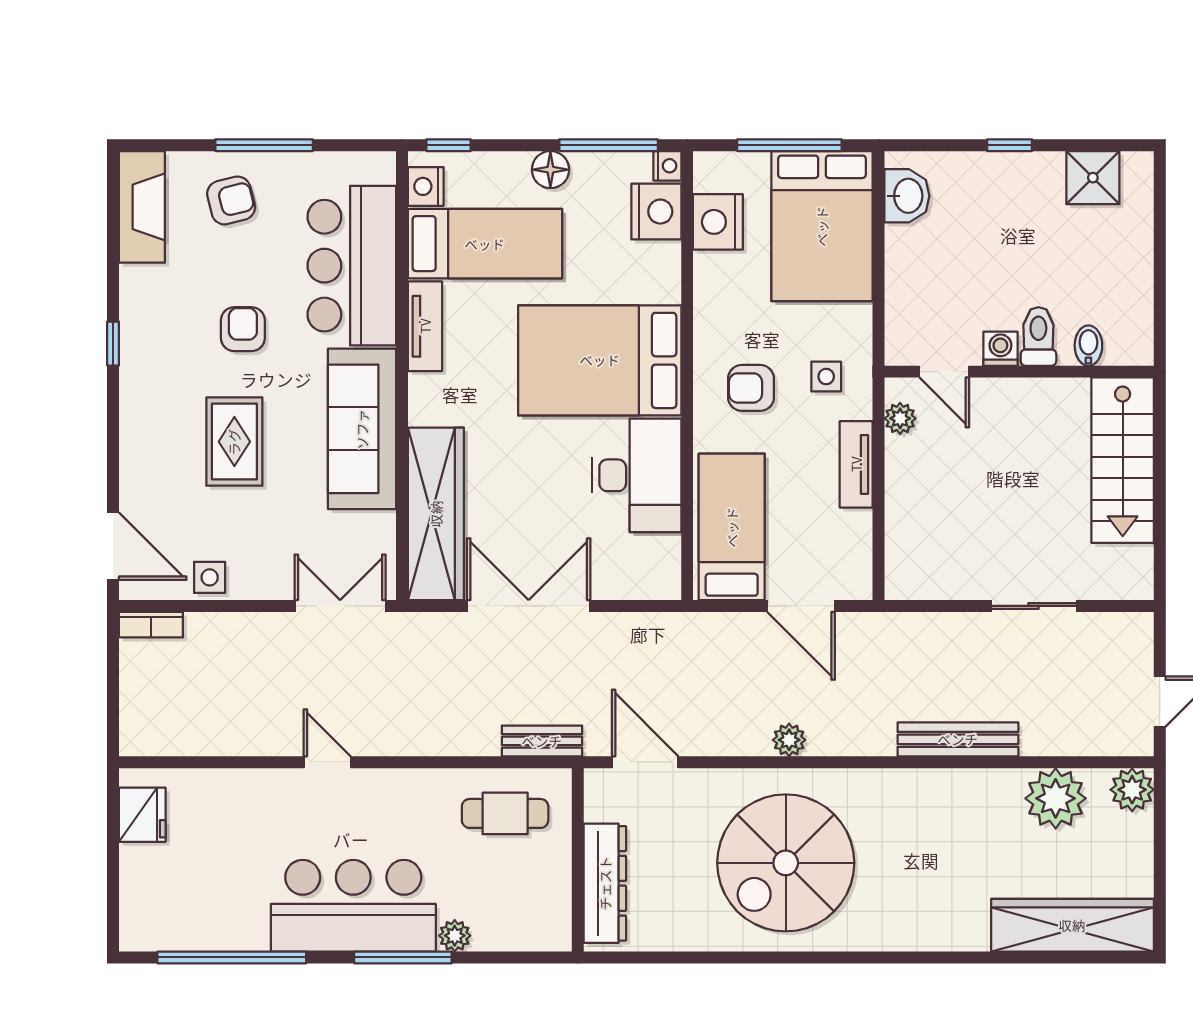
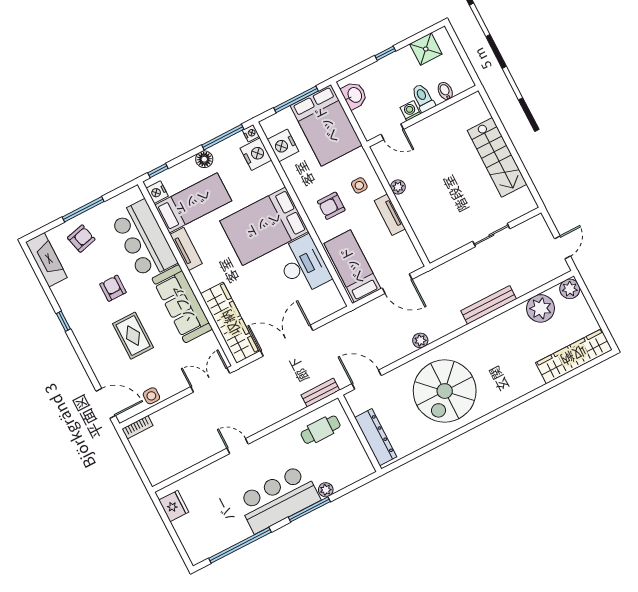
toilet: (1038, 336) -> (423, 98), moved
bidet: (1088, 346) -> (445, 91), moved
washing machine: (1000, 349) -> (410, 111), moved
door: (944, 372) -> (392, 132), moved
wall: (1019, 372) -> (423, 116), moved

